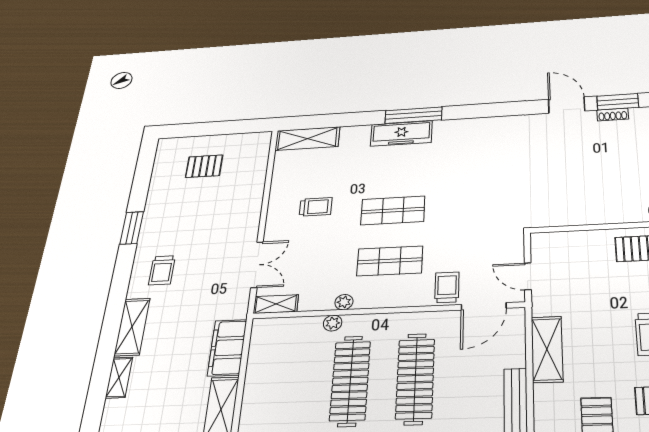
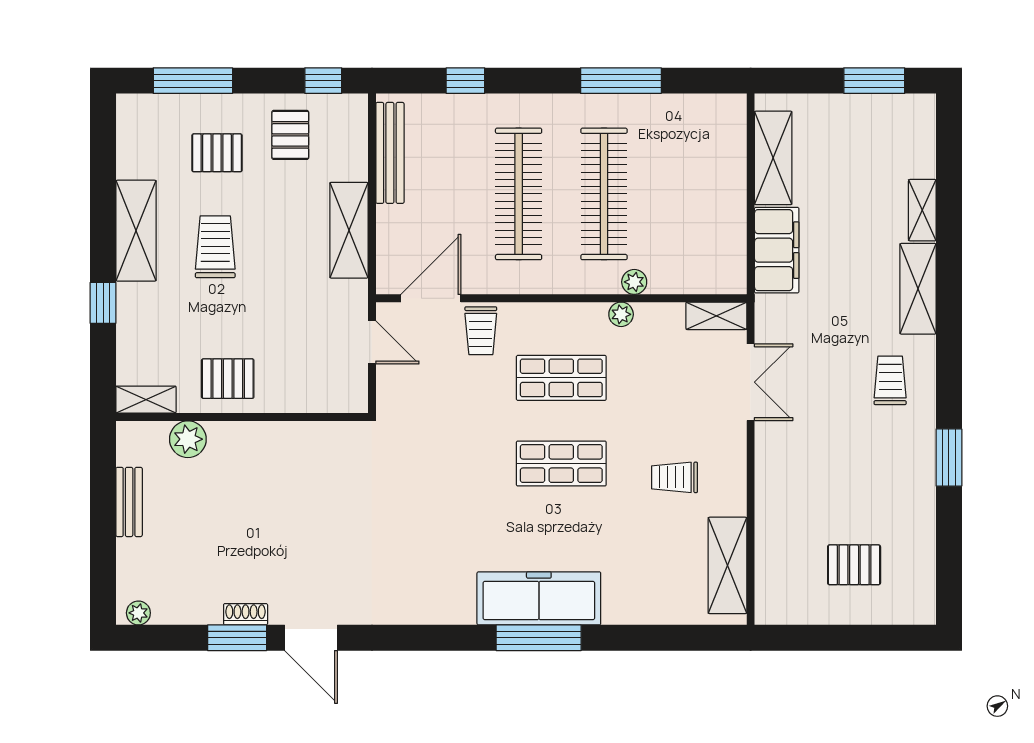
freezer: (401, 133) -> (539, 598), width x1.36, depth x1.26
shelving: (307, 139) -> (727, 565), moved, turned 90
double door: (257, 265) -> (751, 382), swing flipped

